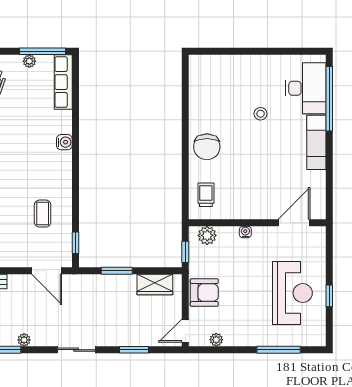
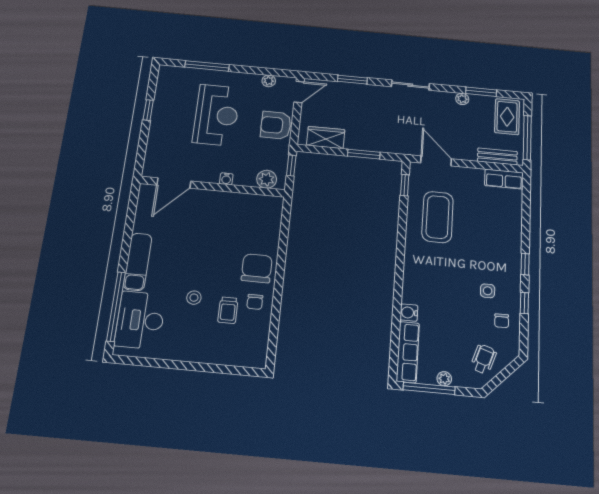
chair: (205, 115) -> (255, 302), added
water cooler: (64, 142) -> (409, 313), moved
trolley: (206, 195) -> (228, 310), moved
coffee table: (43, 214) -> (438, 217), width x1.86, depth x1.72
reception desk: (292, 293) -> (217, 115), moved, turned 180

